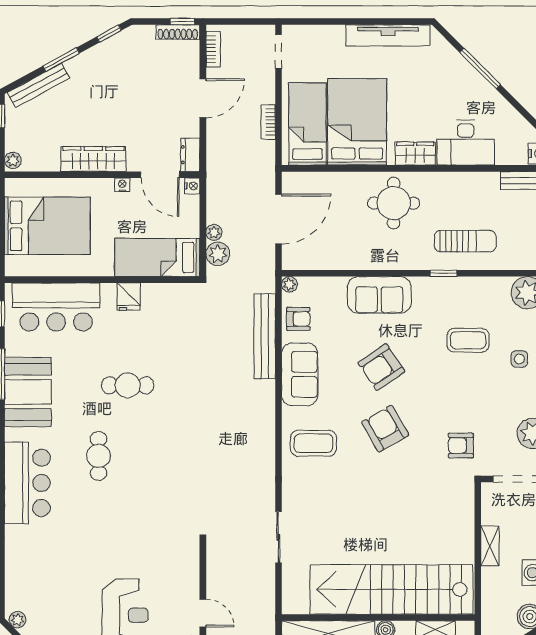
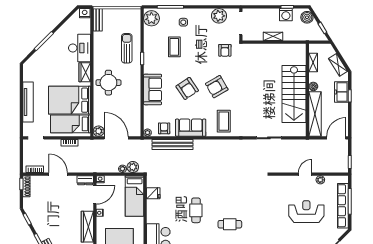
tv unit: (388, 35) -> (28, 102), moved
plant: (292, 182) -> (99, 131), added
fridge: (129, 297) -> (153, 193), moved
stairs: (392, 589) -> (294, 94), width x0.73

